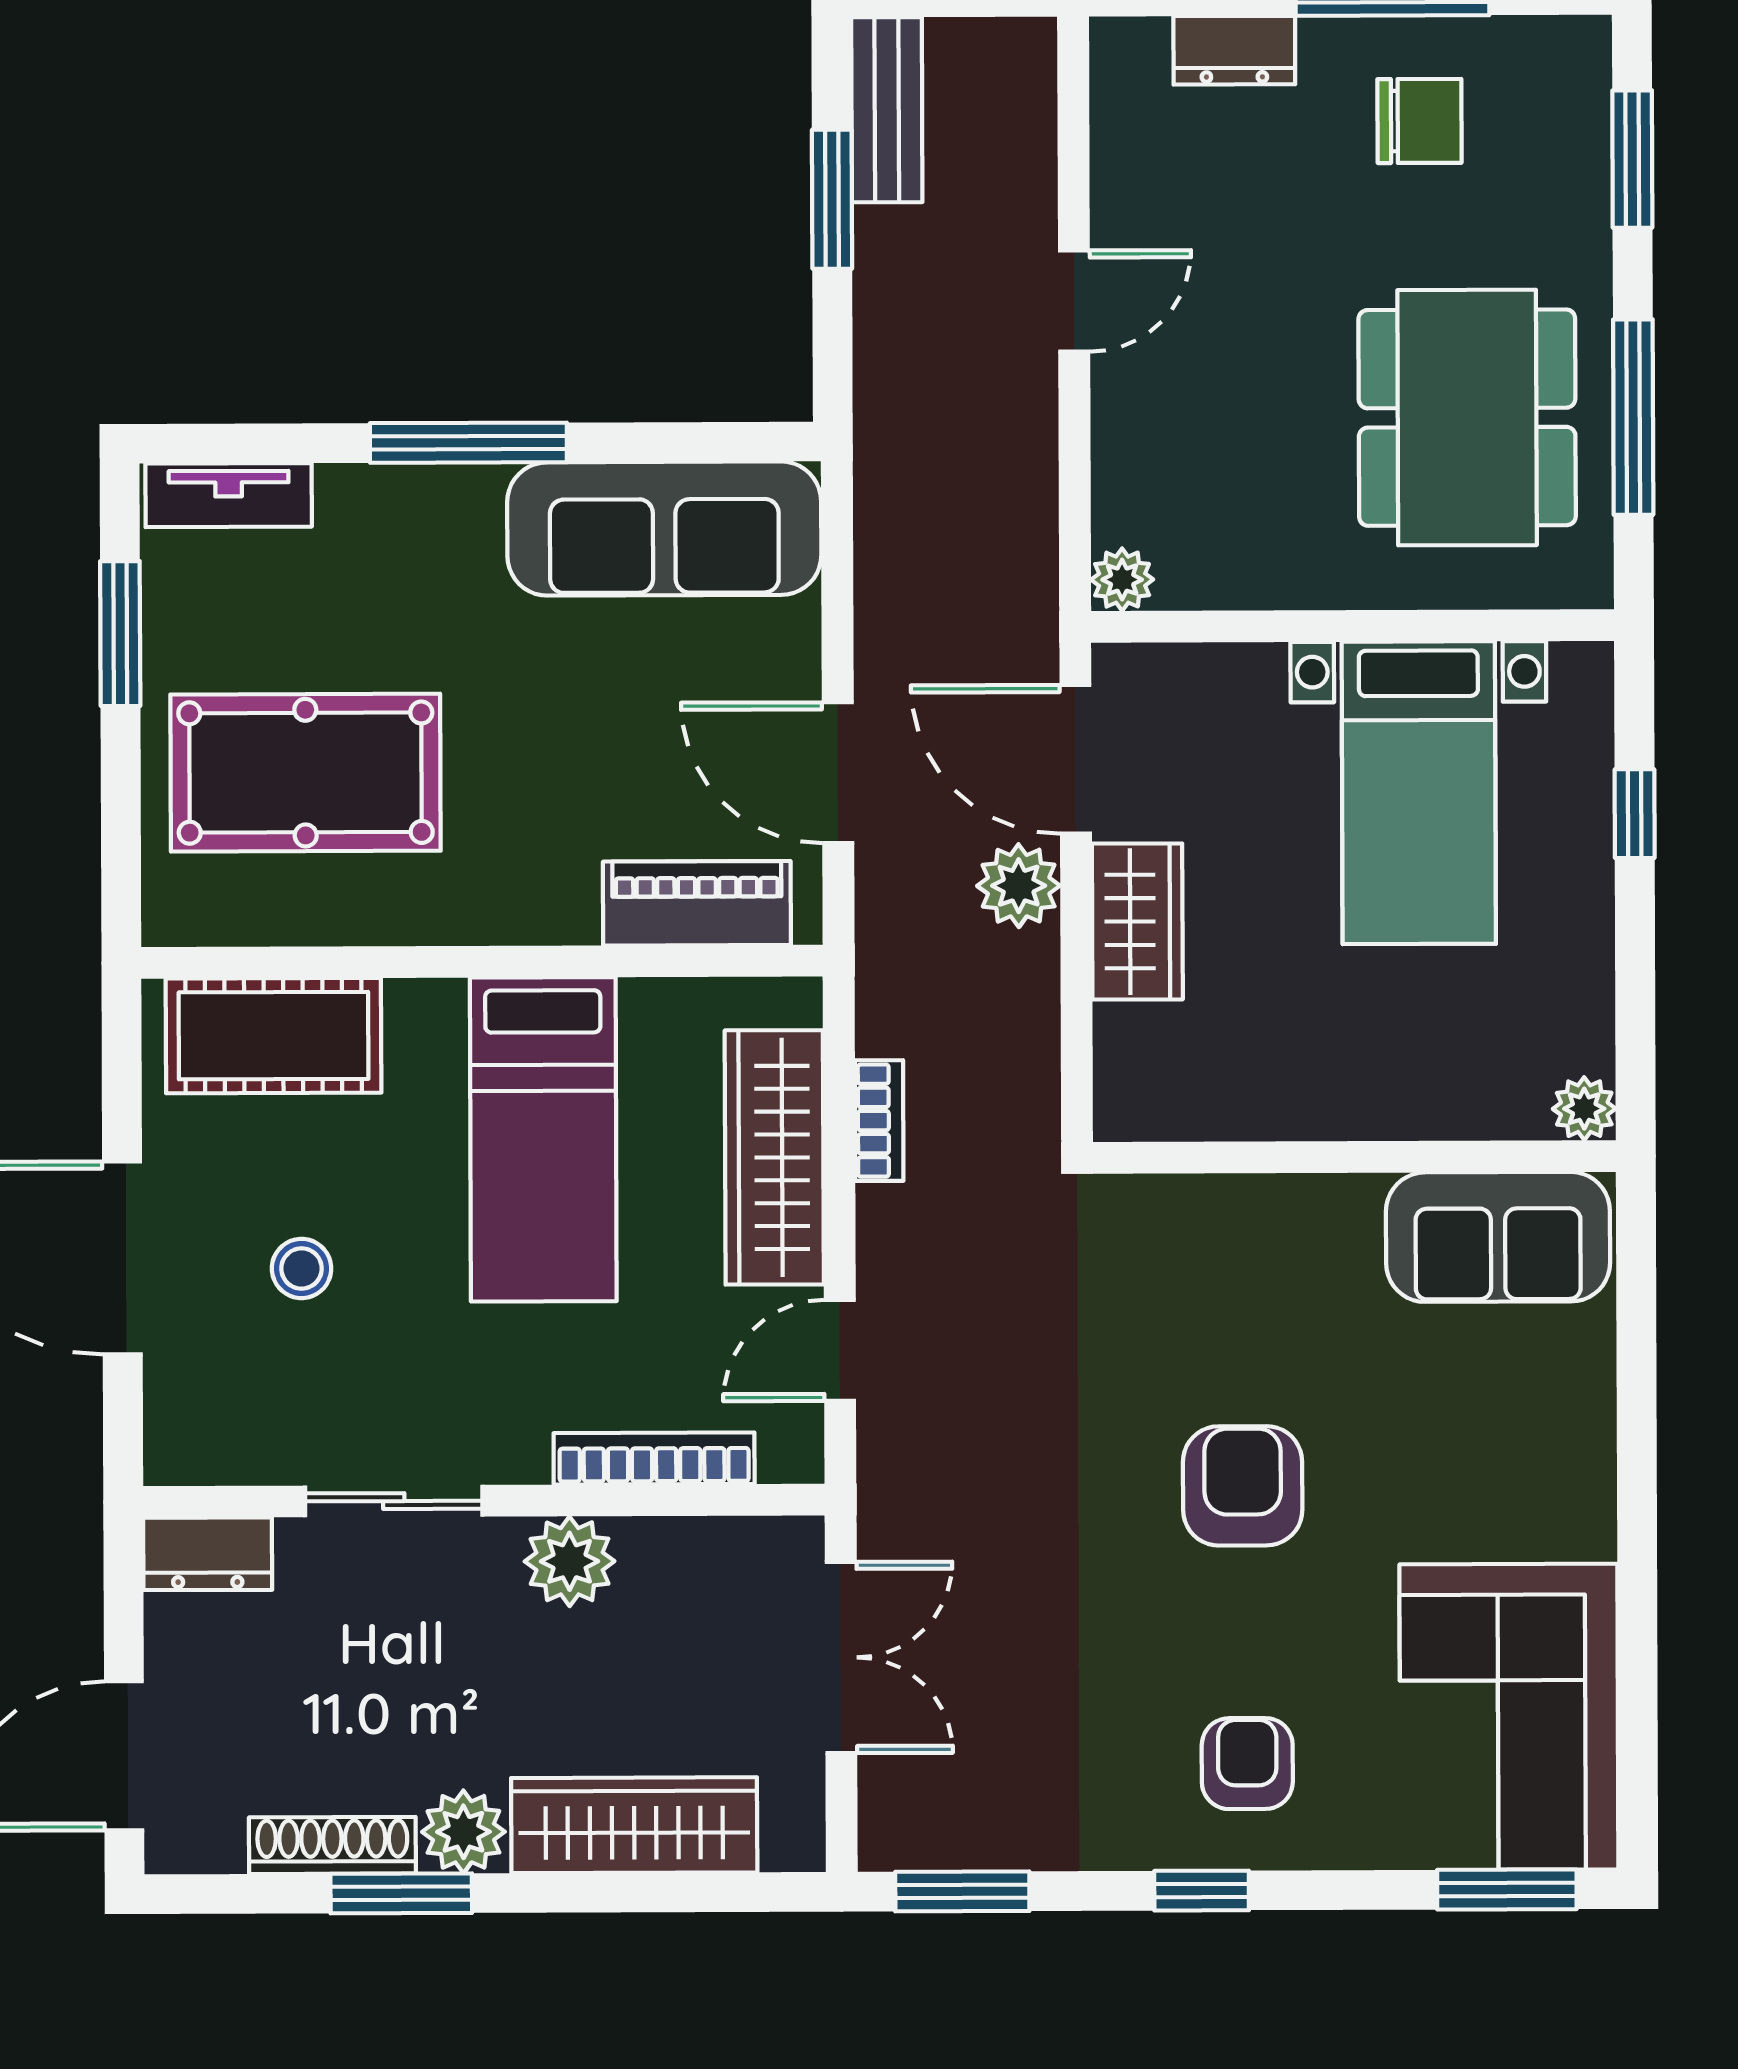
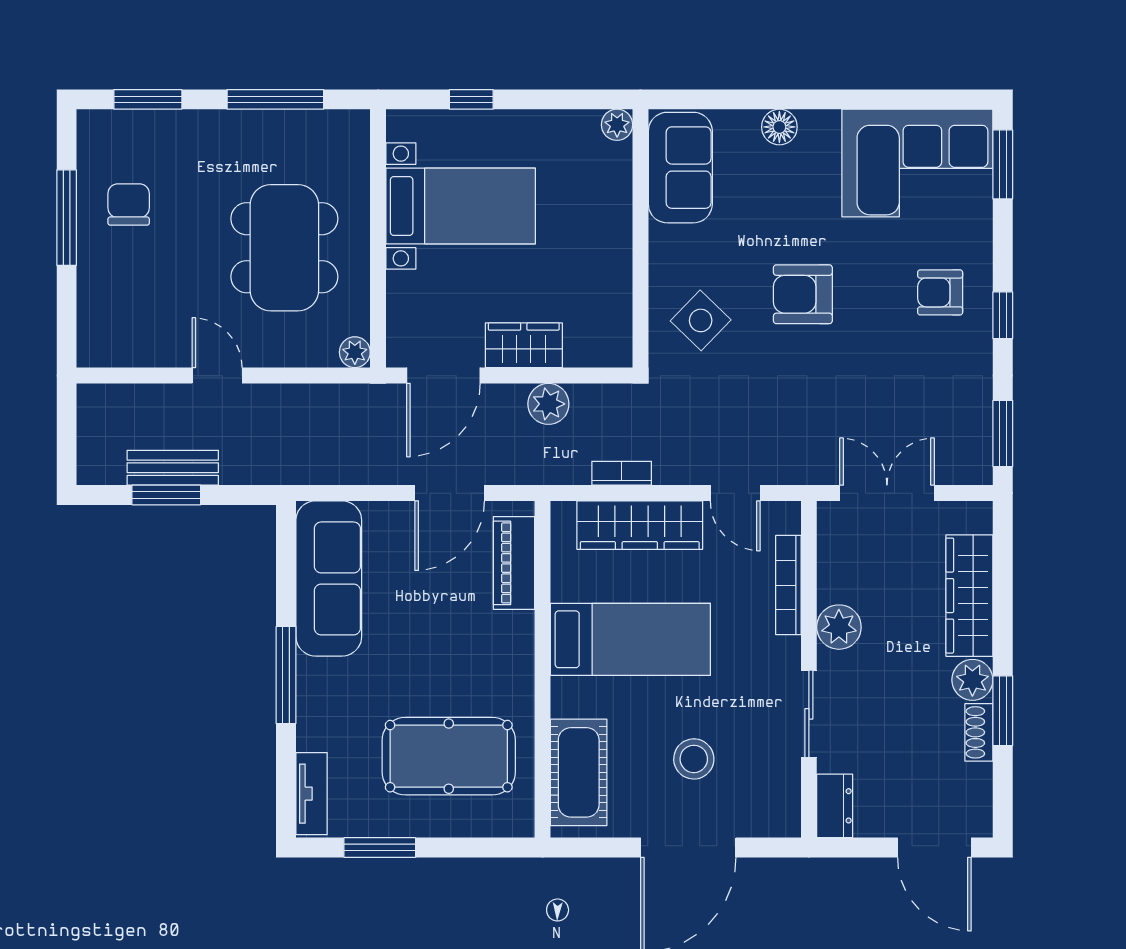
dresser: (1234, 50) -> (93, 296), removed
bench: (887, 110) -> (173, 468), moved
dining table: (1467, 418) -> (284, 248), moved, turned 90
pool table: (305, 773) -> (449, 756), turned 90
plant: (1019, 886) -> (548, 404), moved
stool: (302, 1268) -> (694, 759), width x1.37, depth x1.37
side table: (1189, 1279) -> (701, 320), added
floor lamp: (1581, 1437) -> (779, 127), added
shoe rack: (332, 1845) -> (979, 732), width x0.70

